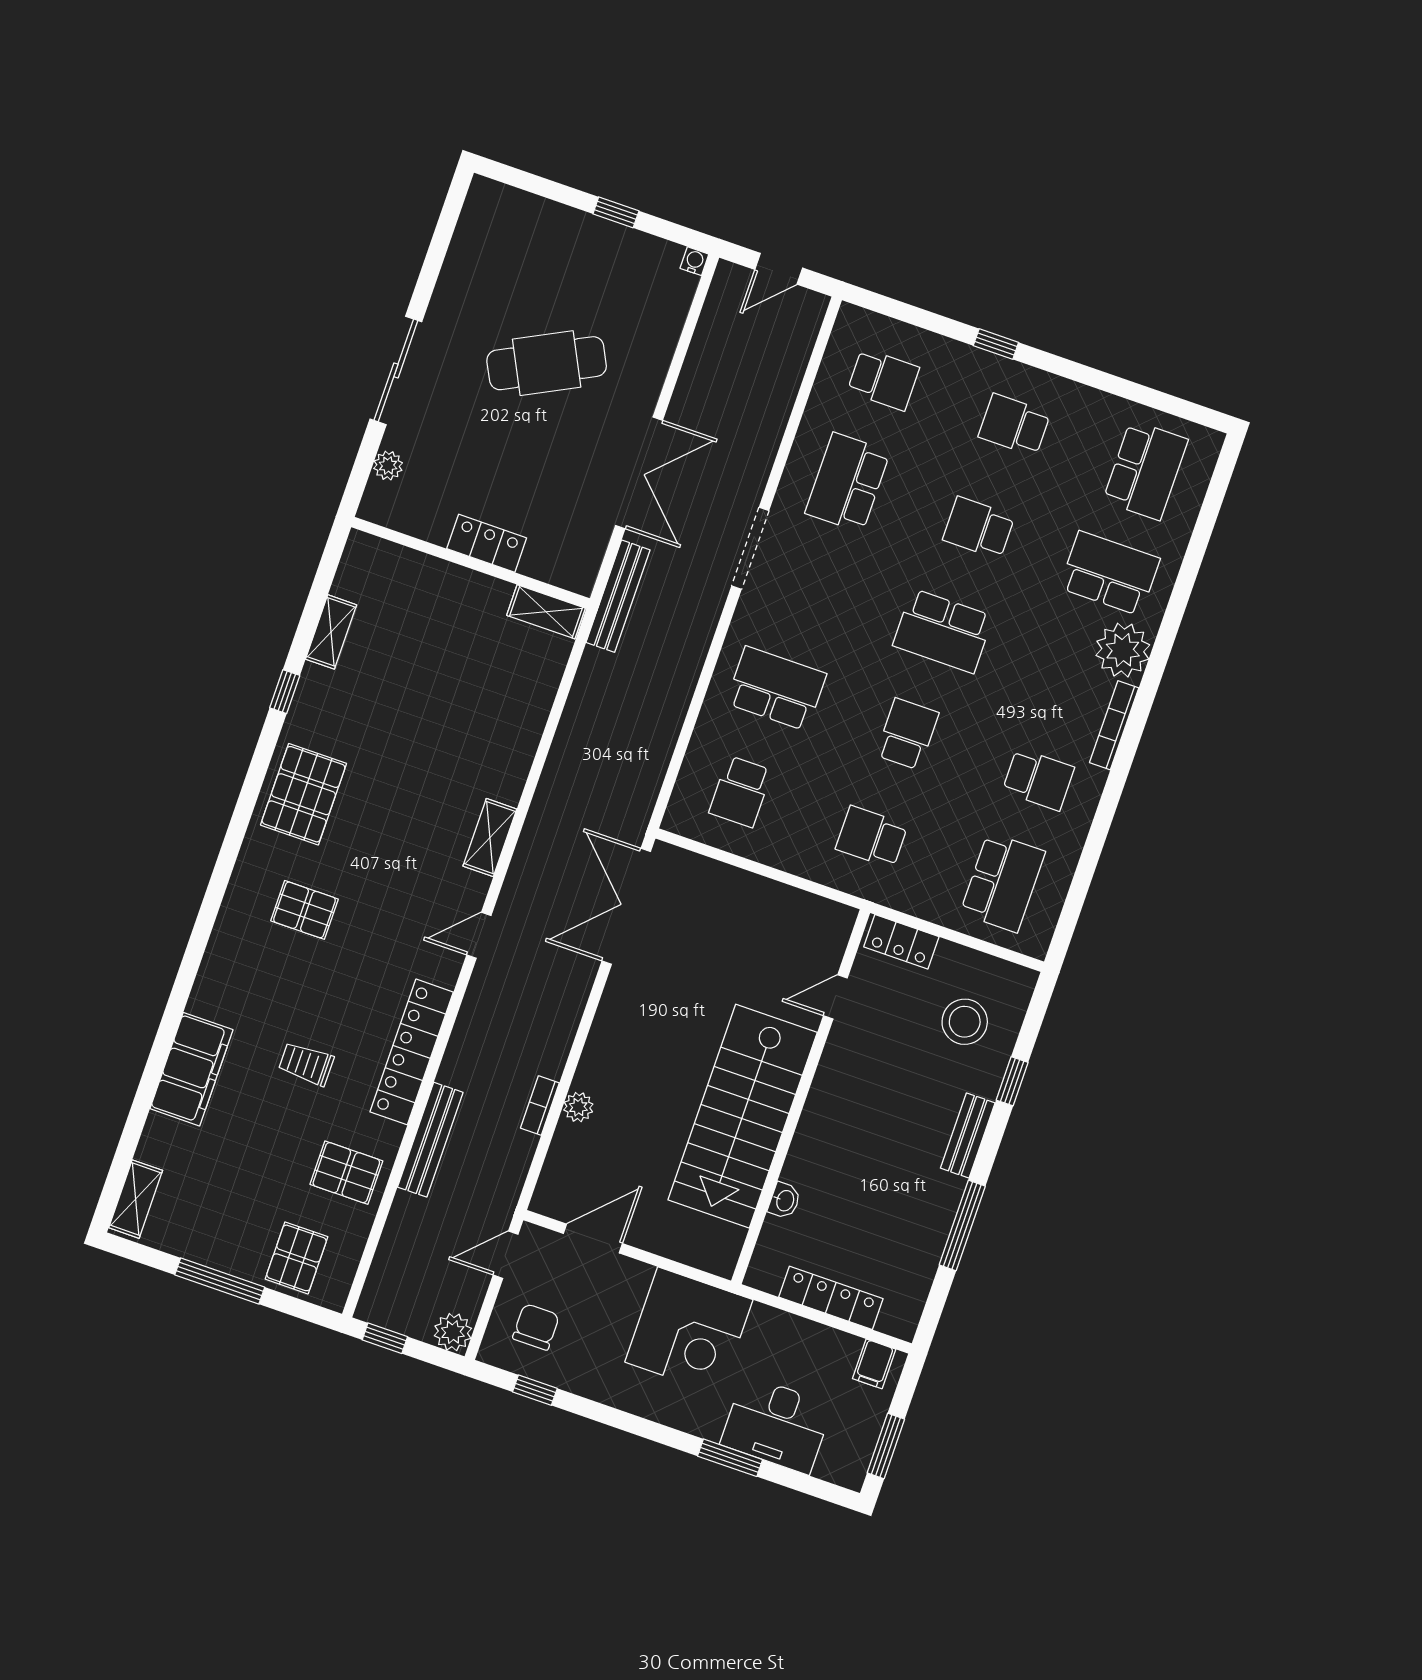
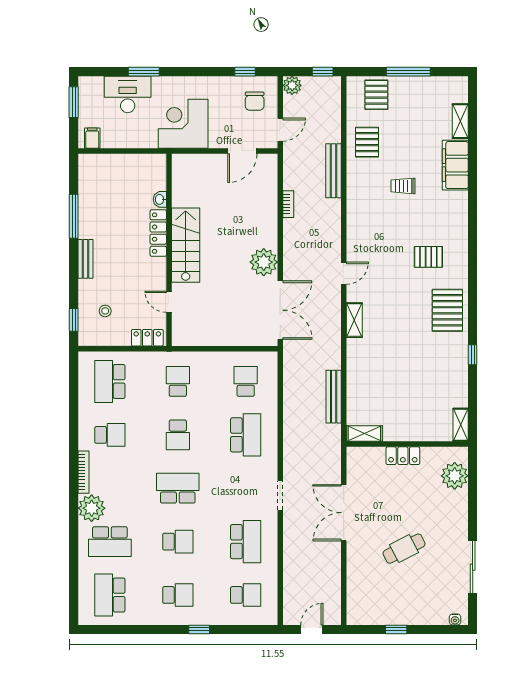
water cooler: (694, 261) -> (455, 619), moved
cafe table: (547, 363) -> (404, 549), width x0.73, depth x0.74
sliding door: (396, 370) -> (473, 567), moved
school desk: (883, 379) -> (246, 595), turned 180
plant: (388, 466) -> (455, 476), width x1.88, depth x1.88
doorway: (750, 548) -> (280, 496), width x0.73
bench: (618, 596) -> (334, 397), moved
shelving: (331, 632) -> (461, 425), moved
school desk: (776, 689) -> (246, 435), turned -90
school desk: (1038, 779) -> (110, 435), turned 180
school desk: (872, 837) -> (178, 381), turned -90
door: (835, 997) -> (169, 302), swing flipped
stool: (965, 1022) -> (105, 311), width x0.53, depth x0.53
locker: (412, 1052) -> (356, 208), removed
trolley: (306, 1064) -> (403, 186), turned 180
window: (1012, 1081) -> (74, 320), moved
plant: (578, 1107) -> (264, 262), moved, width x1.88, depth x1.88
stairs: (743, 1116) -> (186, 245), width x0.73, depth x0.66
pallet: (346, 1173) -> (367, 142), turned 90
shelving: (136, 1199) -> (460, 121), moved
locker: (831, 1298) -> (158, 233), moved, turned 90

